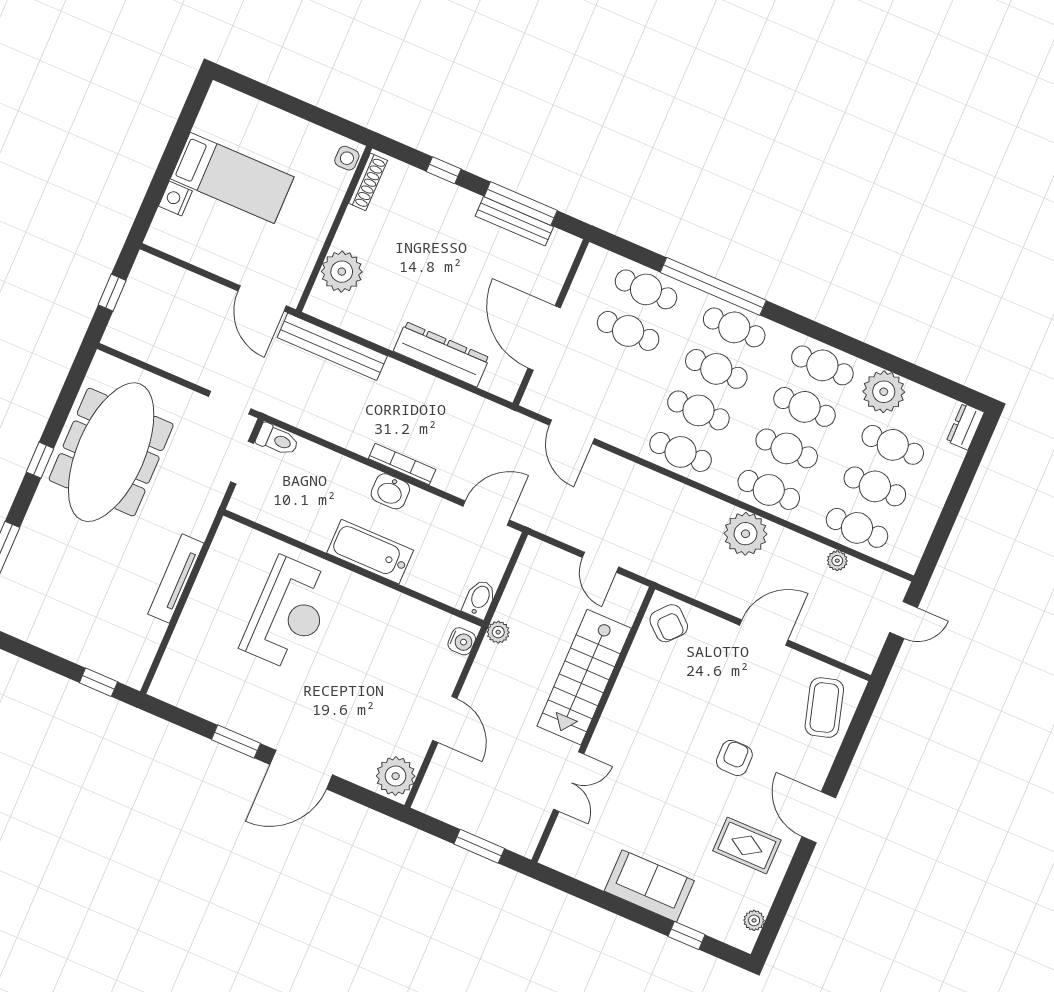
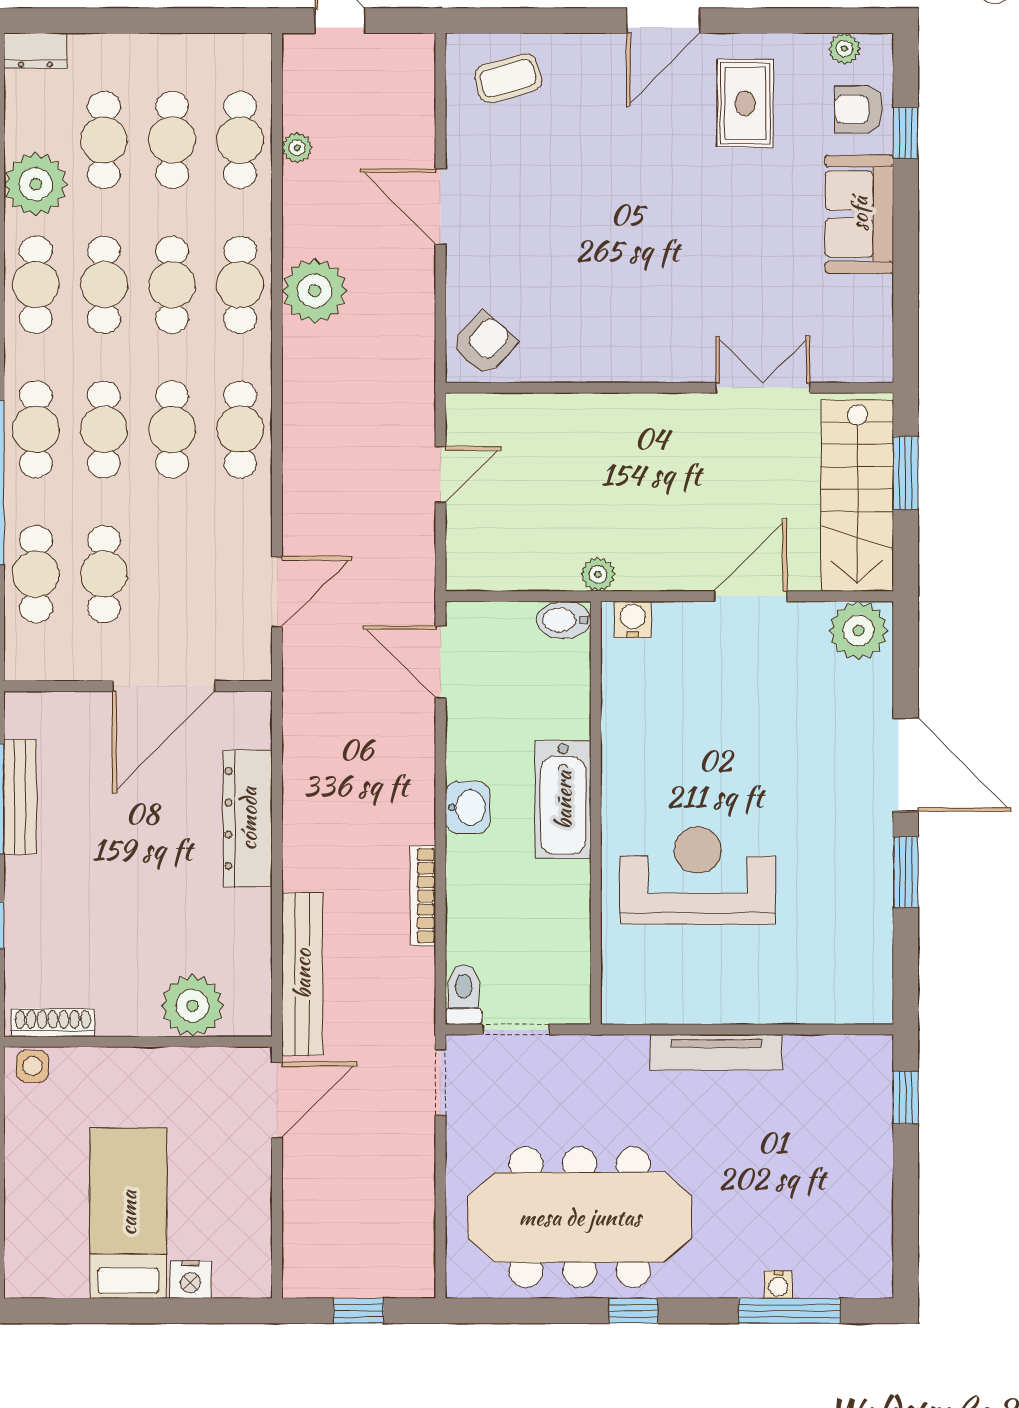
bookcase: (402, 464) -> (423, 896), moved
water cooler: (18, 555) -> (778, 1285), added
stairs: (584, 677) -> (857, 495), moved, turned 90
coffee table: (824, 708) -> (508, 78), width x0.73, depth x0.77
armchair: (734, 758) -> (858, 109), moved

